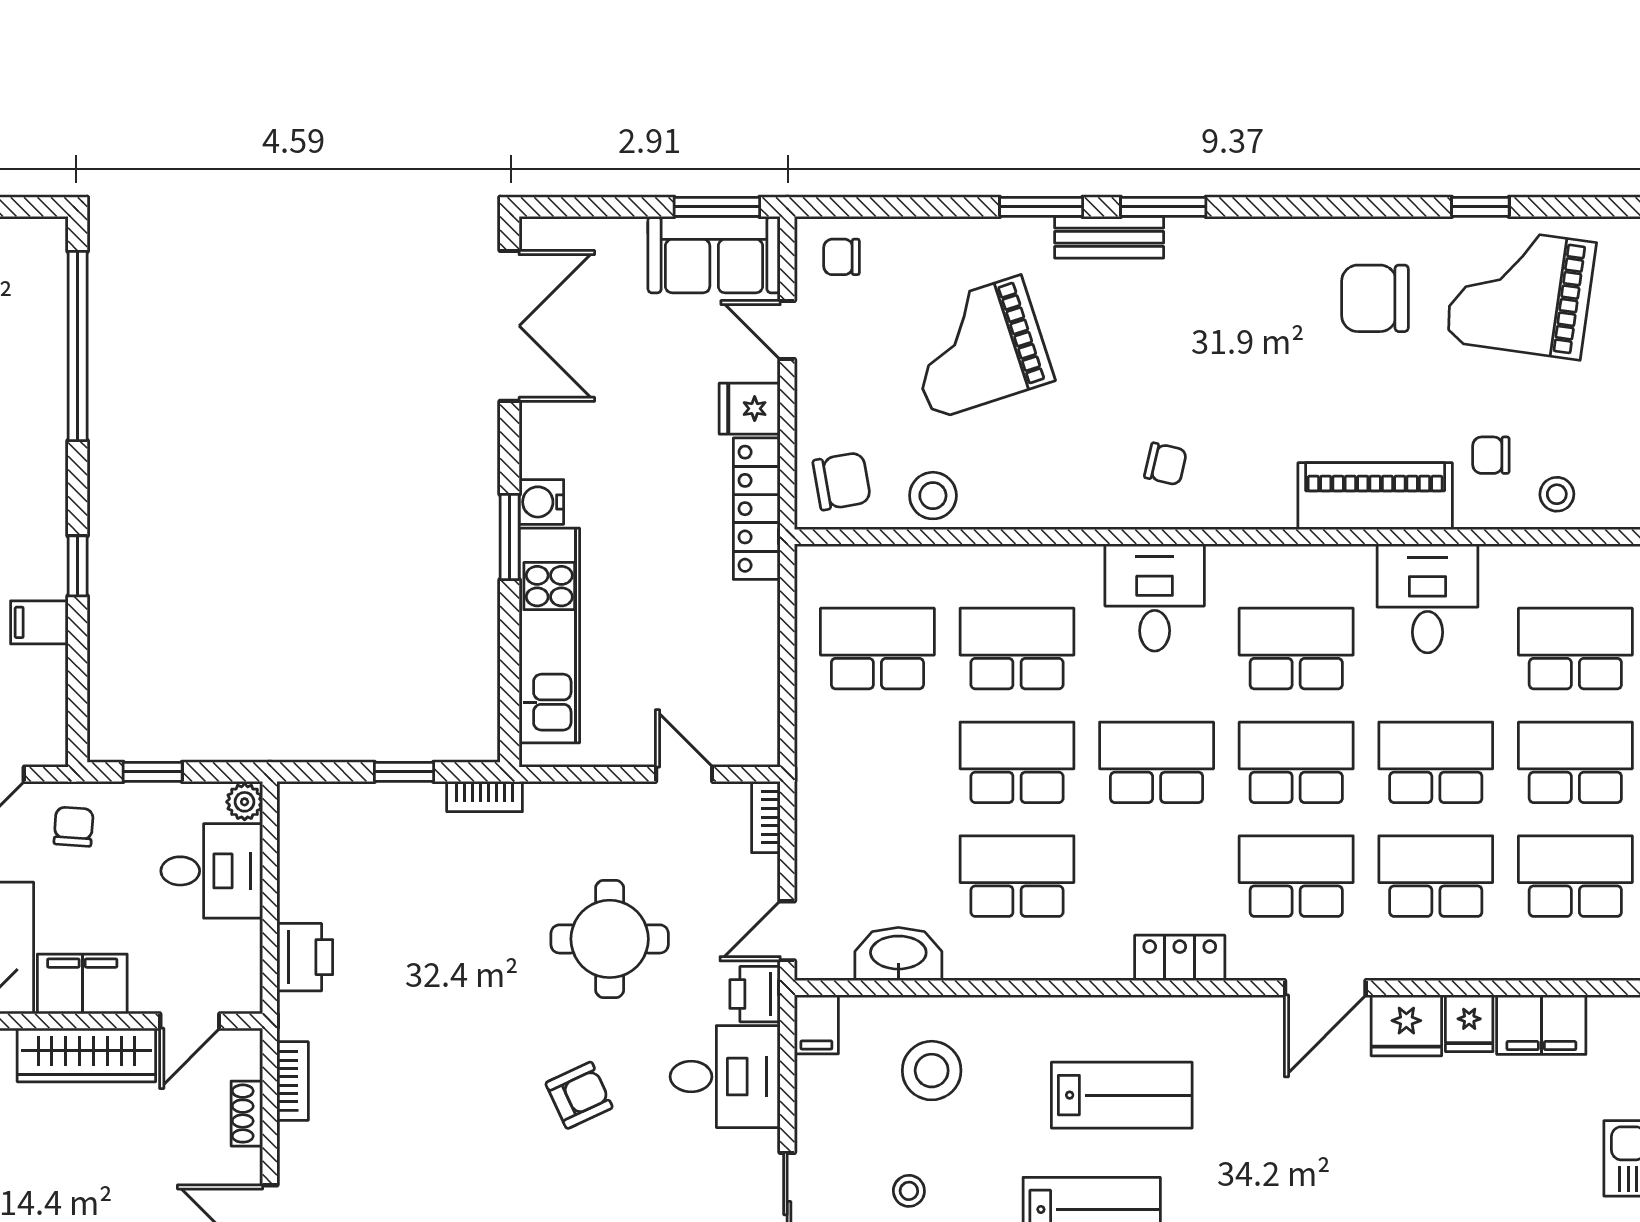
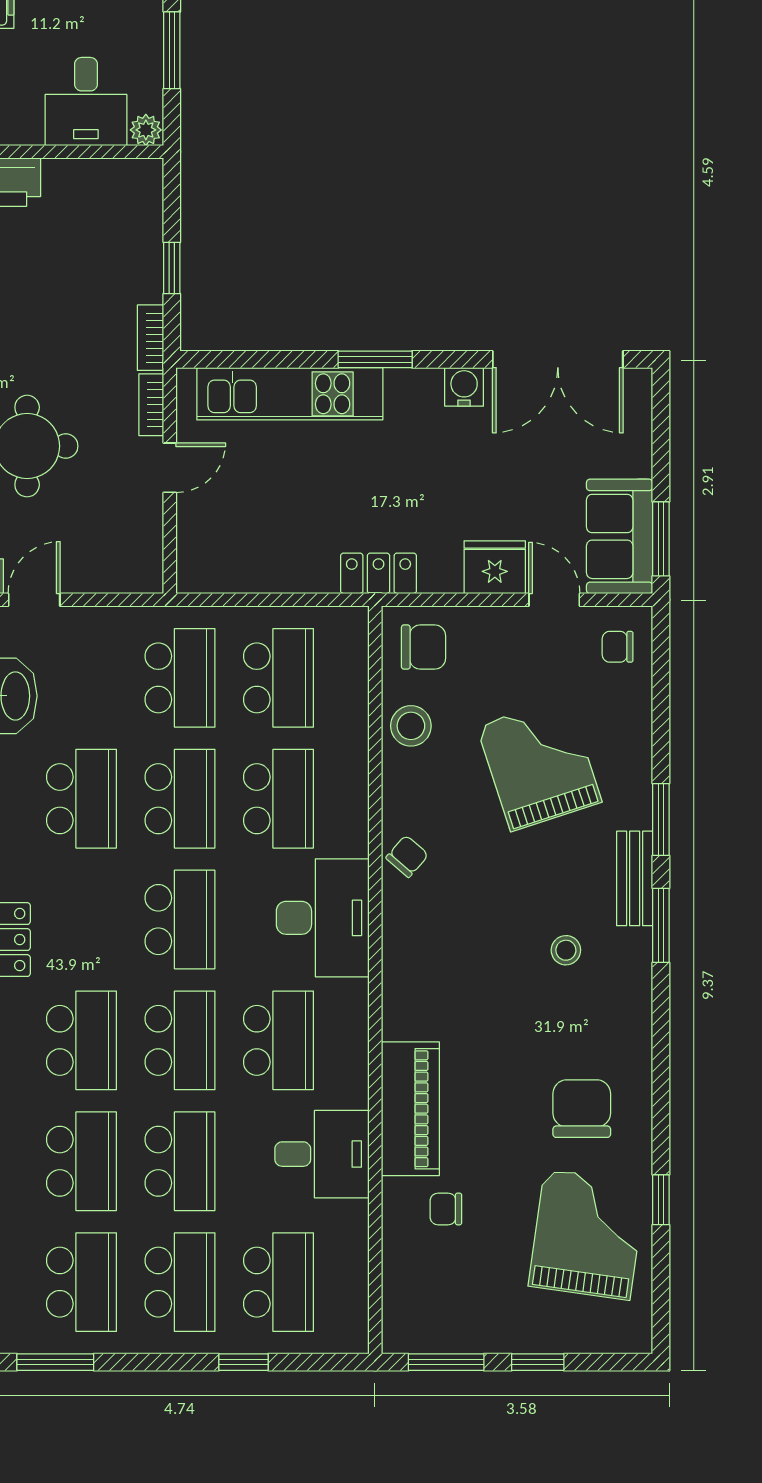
chair: (842, 257) -> (618, 647), turned -90
door: (787, 330) -> (554, 600), hinge flipped
fridge: (750, 409) -> (495, 567), width x1.38
chair: (1491, 455) -> (446, 1209), turned -90
chair: (1166, 464) -> (407, 856), moved, turned -152
chair: (842, 481) -> (423, 647), turned -80
stool: (1557, 494) -> (566, 950), moved
water cooler: (541, 502) -> (464, 387), moved
locker: (757, 509) -> (378, 573), width x0.66
desk: (1155, 598) -> (323, 918), width x1.37
school desk: (877, 762) -> (180, 678), added
window: (153, 772) -> (172, 50), width x1.50
door: (684, 774) -> (170, 468), moved
bookcase: (766, 817) -> (151, 405), moved, turned -90
door: (787, 931) -> (34, 600), hinge flipped

